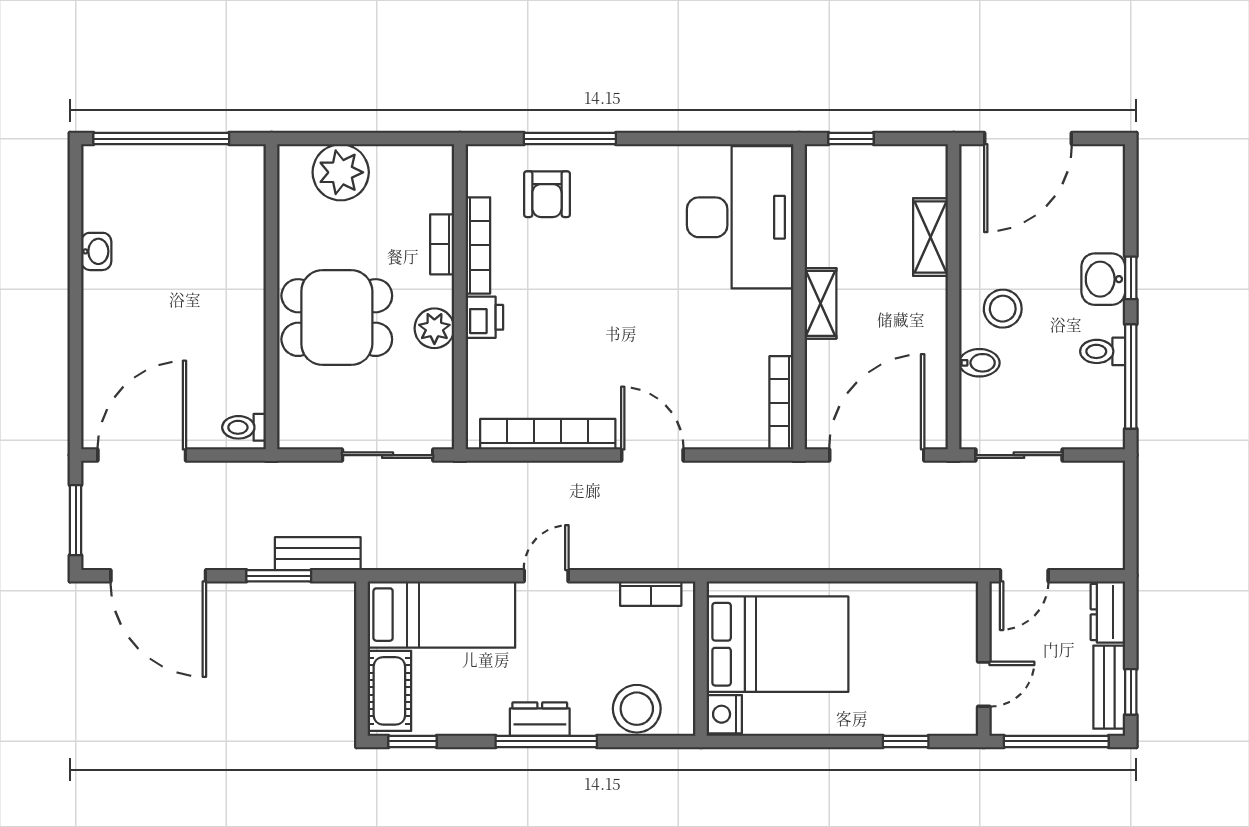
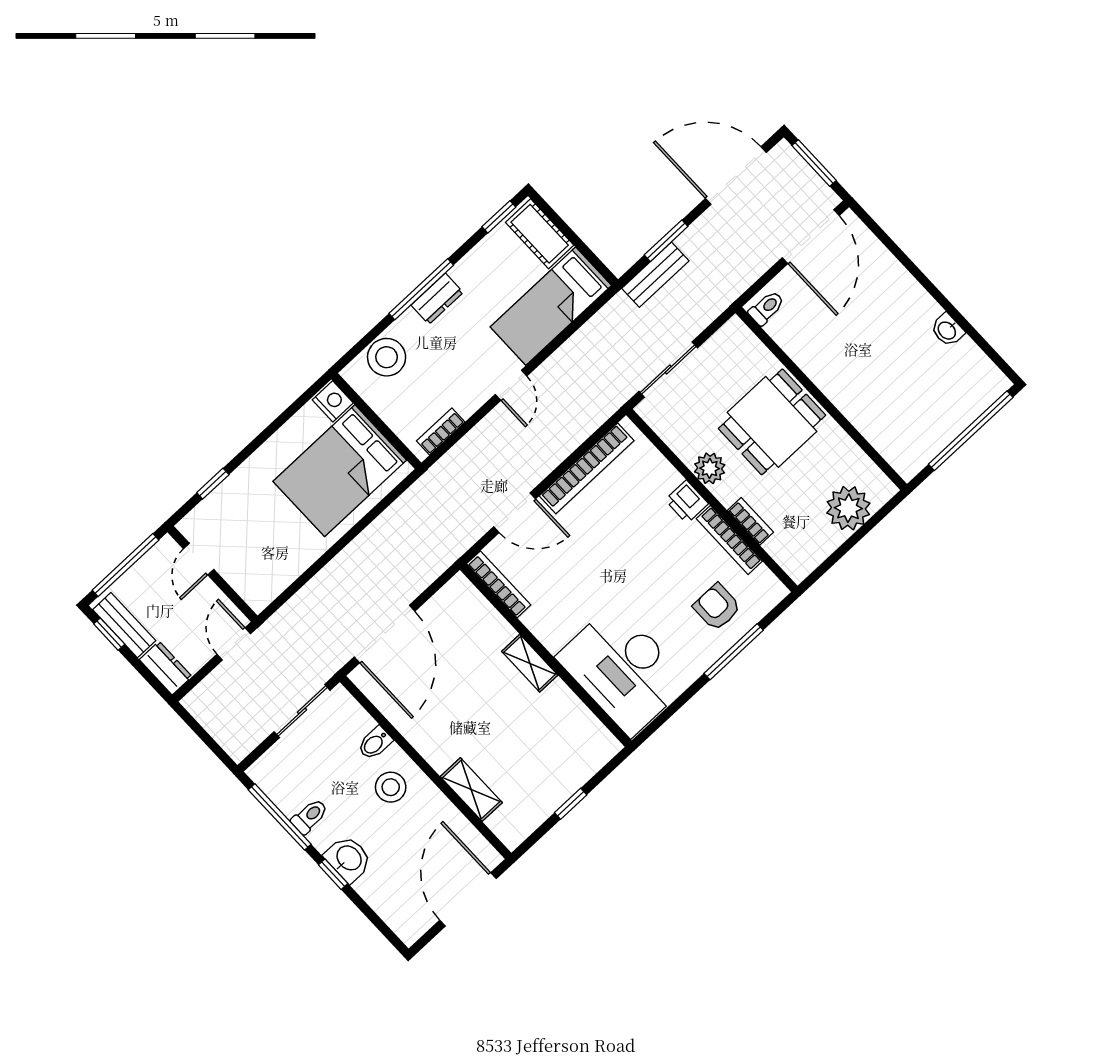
desk: (740, 217) -> (623, 670), moved
wall: (799, 297) -> (546, 655), moved
shelving: (821, 303) -> (530, 663), moved
bookcase: (781, 403) -> (499, 584), moved

